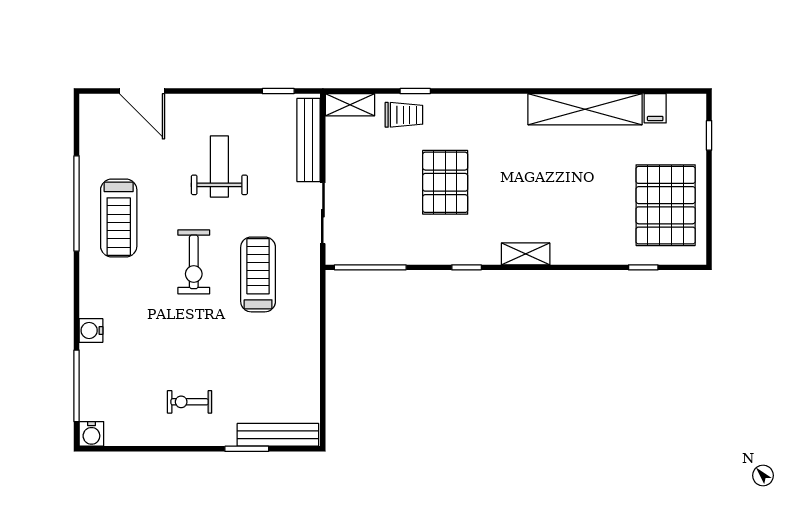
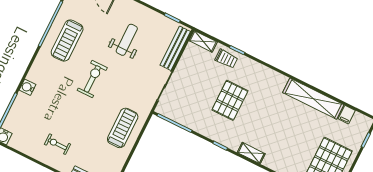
exercise bike: (194, 262) -> (92, 79), turned 180
treadmill: (258, 274) -> (123, 128), moved

